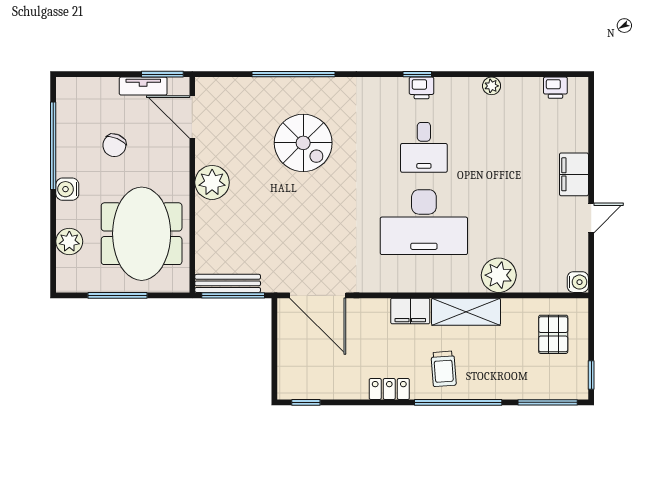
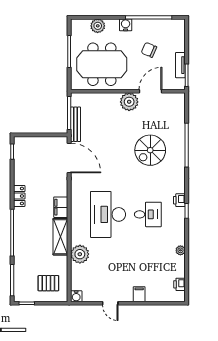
printer: (422, 88) -> (179, 200), moved
door: (192, 117) -> (150, 91), moved
desk: (424, 147) -> (148, 214), turned 180
filing cabinet: (574, 174) -> (139, 294), width x0.50
bench: (228, 283) -> (75, 124), moved
door: (318, 295) -> (69, 158), swing flipped
trolley: (444, 369) -> (30, 225), removed

